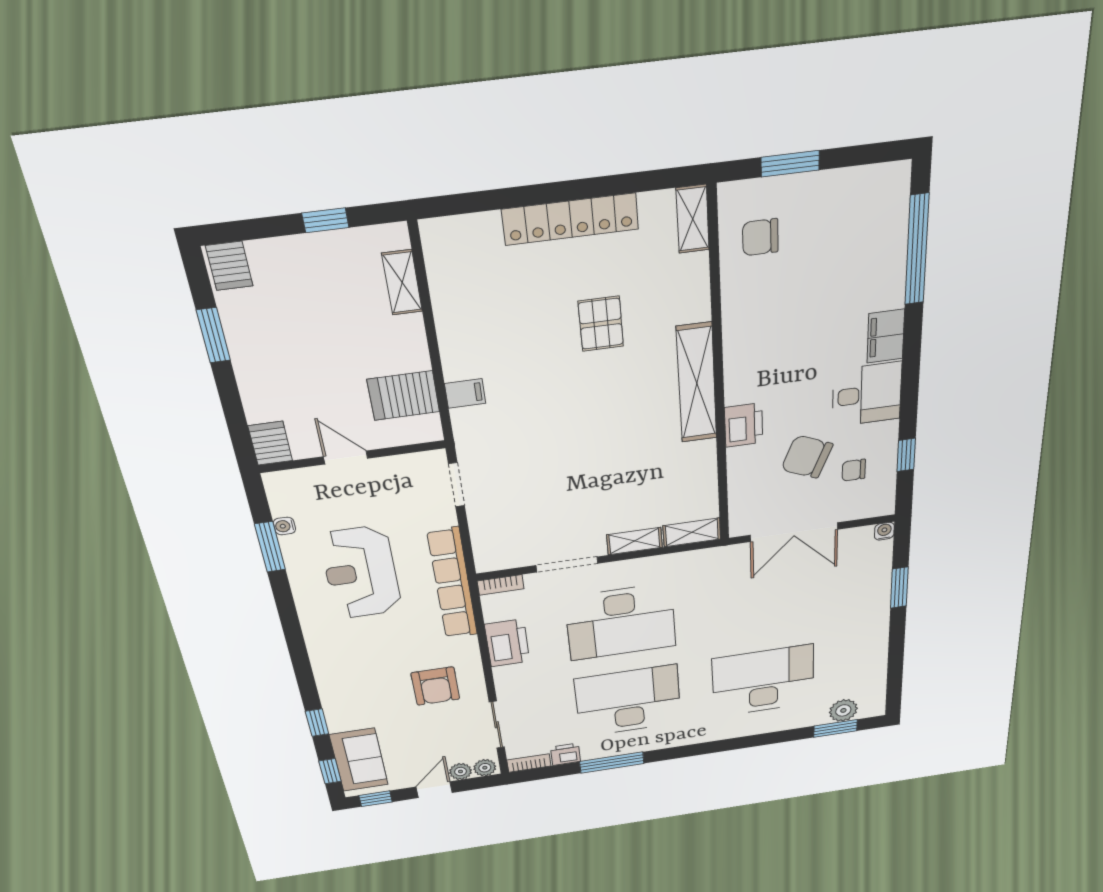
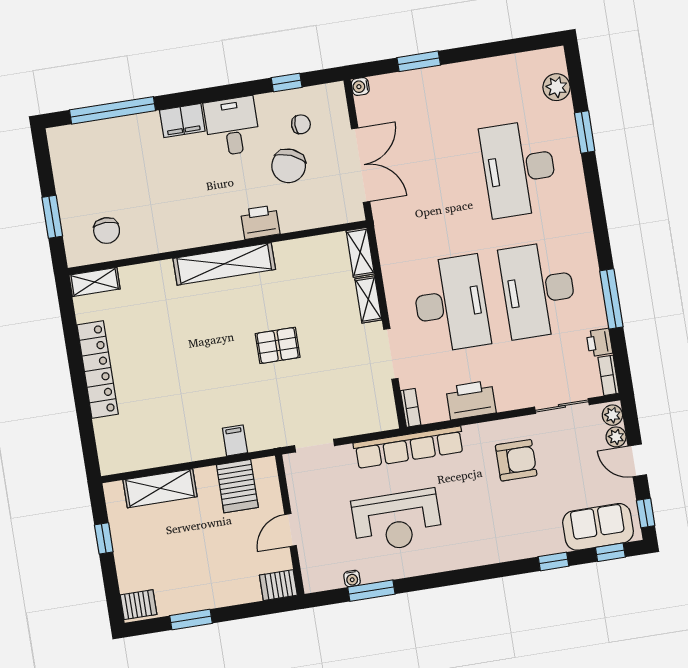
shelving: (402, 282) -> (160, 488), width x1.50, depth x1.33
pallet: (601, 324) -> (278, 345), moved
chair: (854, 470) -> (301, 124), turned -90
window: (835, 728) -> (585, 132), moved

